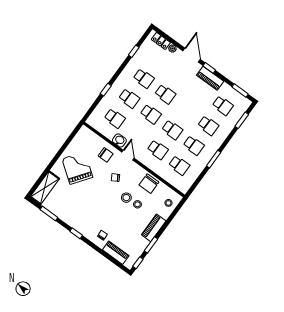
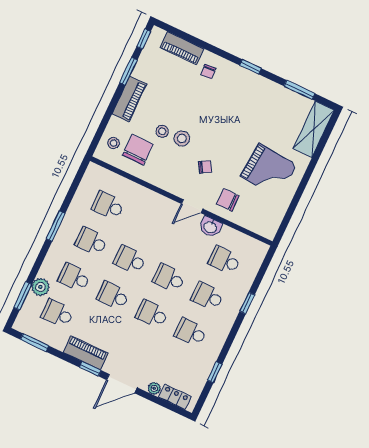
door: (192, 55) -> (122, 384), hinge flipped
plant: (230, 124) -> (40, 287), added
school desk: (158, 150) -> (113, 296), moved
door: (128, 155) -> (192, 206), hinge flipped
grand piano: (77, 168) -> (268, 171), turned -31
chair: (149, 184) -> (138, 150), moved

